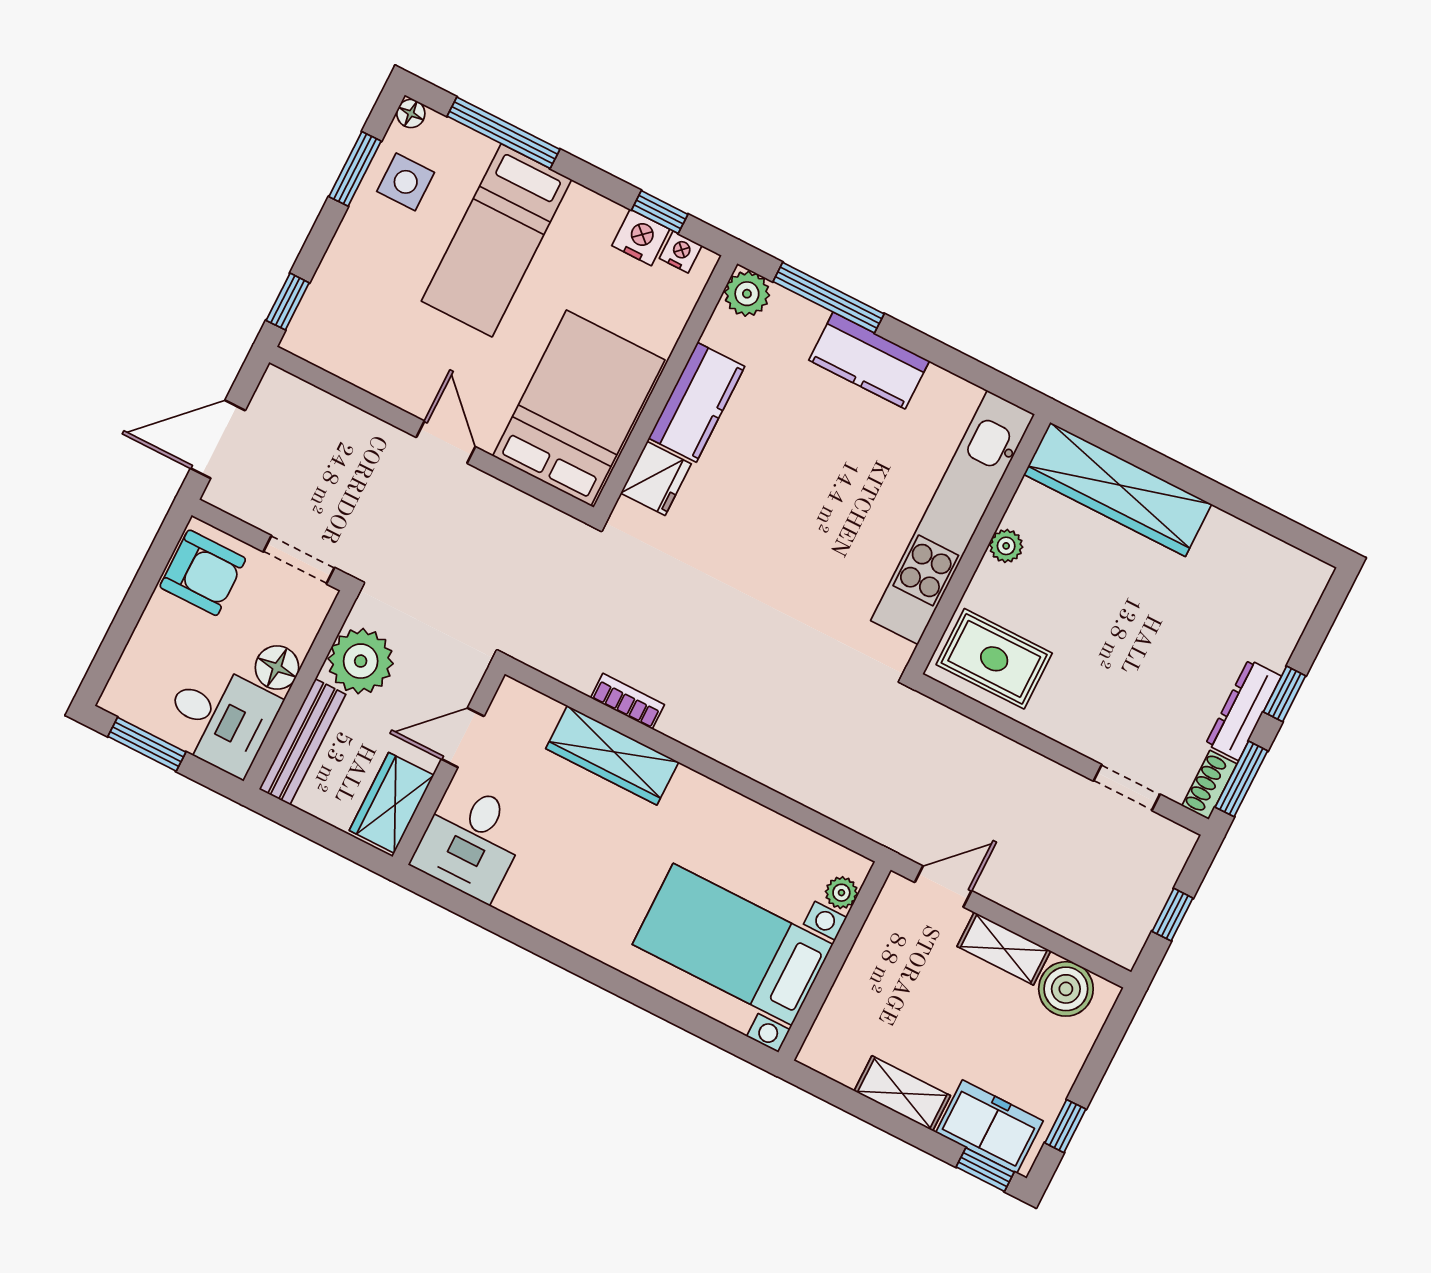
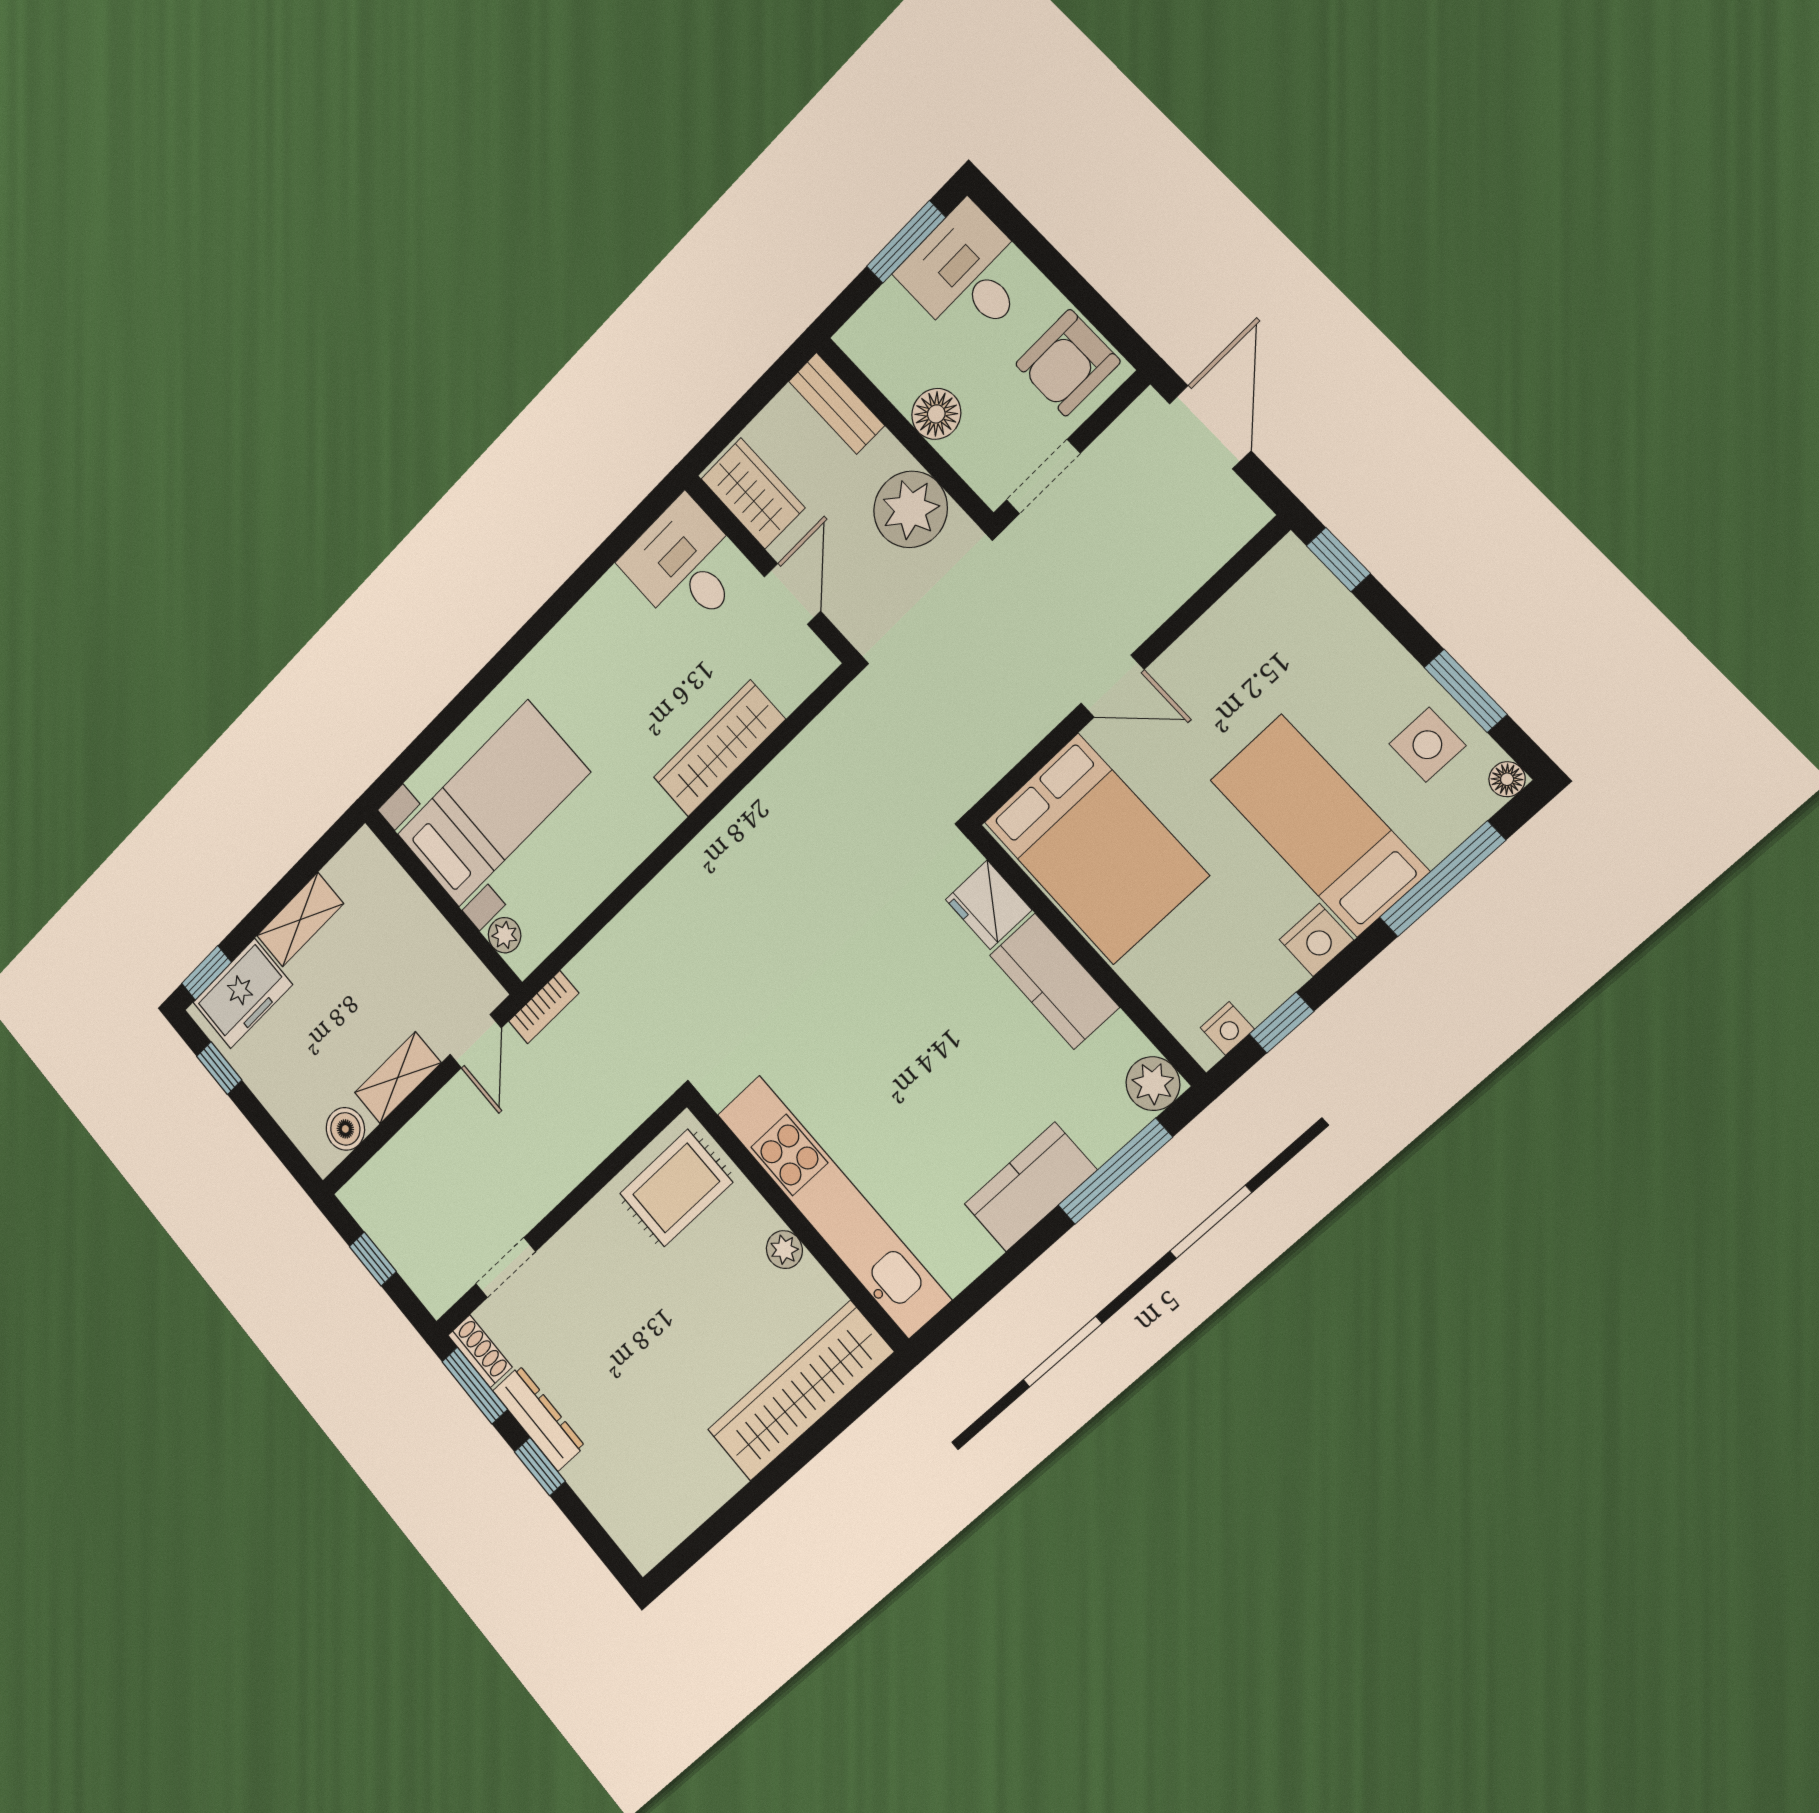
nightstand: (641, 237) -> (1316, 940), moved
bookcase: (627, 701) -> (544, 1007), moved
desk: (220, 718) -> (967, 274), moved, turned 90
bench: (302, 742) -> (836, 403), width x0.73
boiler: (1066, 989) -> (345, 1129), width x0.73, depth x0.73

